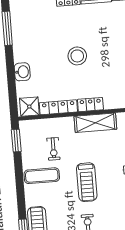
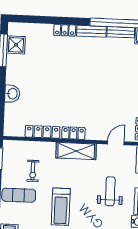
stool: (77, 56) -> (67, 85), removed
shower: (29, 107) -> (16, 45), moved

